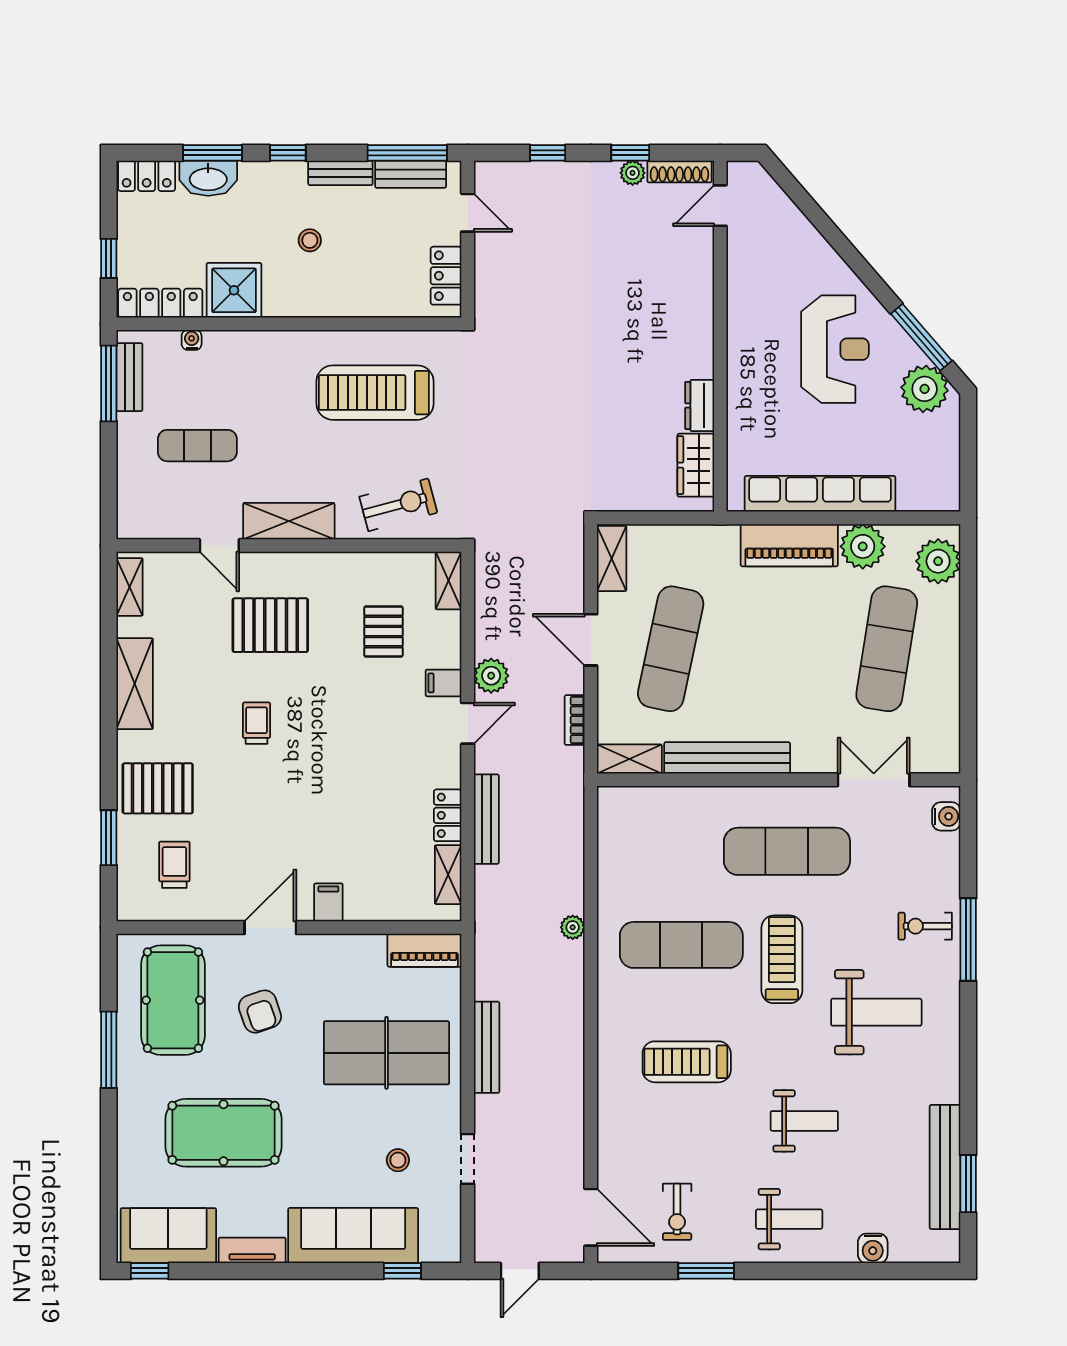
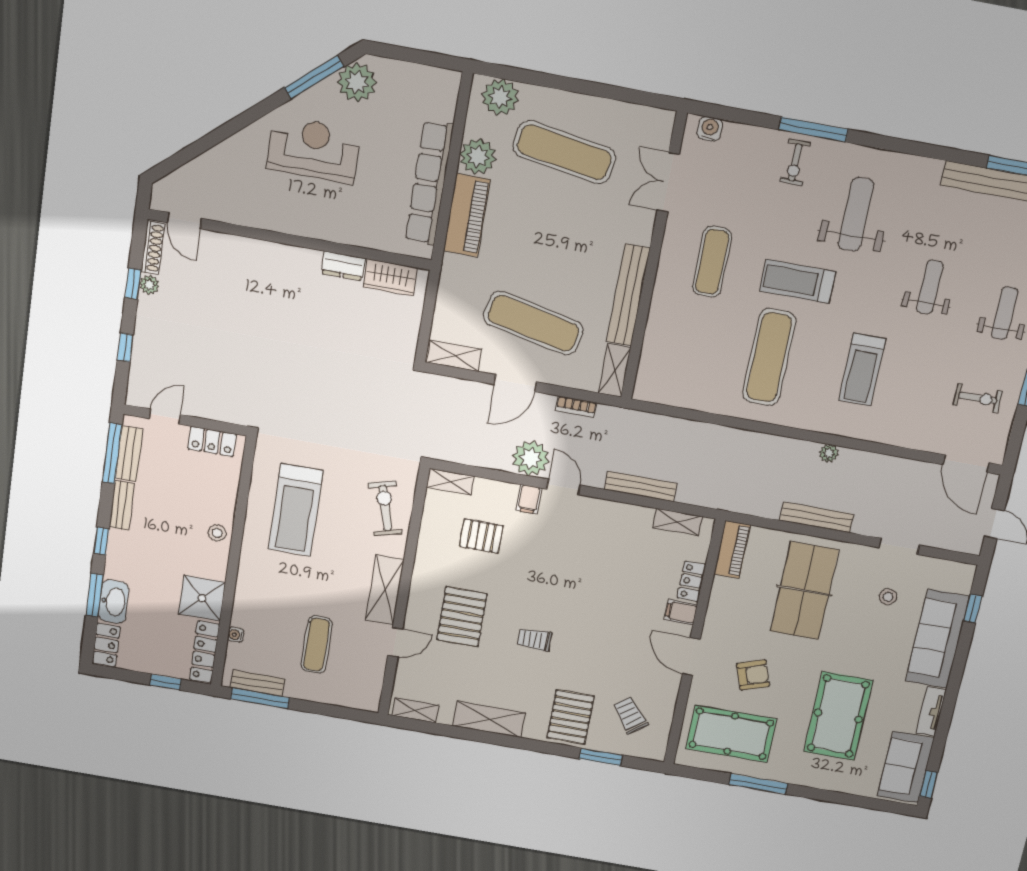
stool: (310, 240) -> (217, 533), moved
plant: (491, 676) -> (531, 458), width x1.36, depth x1.36
locker: (448, 815) -> (691, 581), moved, turned 90
exercise mat: (787, 851) -> (712, 262), width x0.73, depth x0.69
trolley: (174, 865) -> (630, 715), turned 52
plant: (573, 927) -> (829, 453), moved
door: (591, 1217) -> (966, 464), swing flipped

